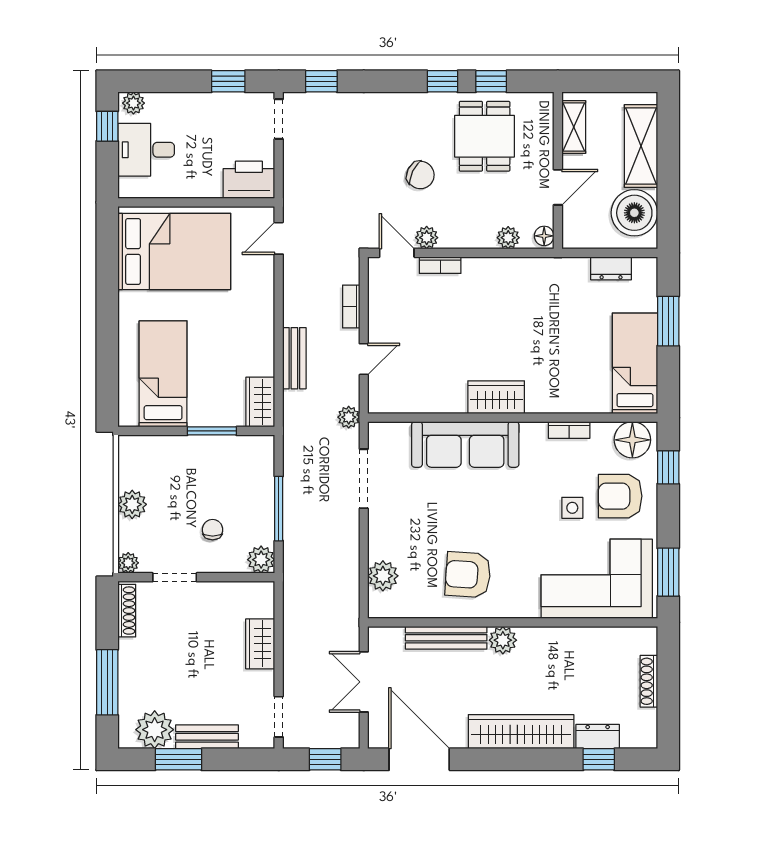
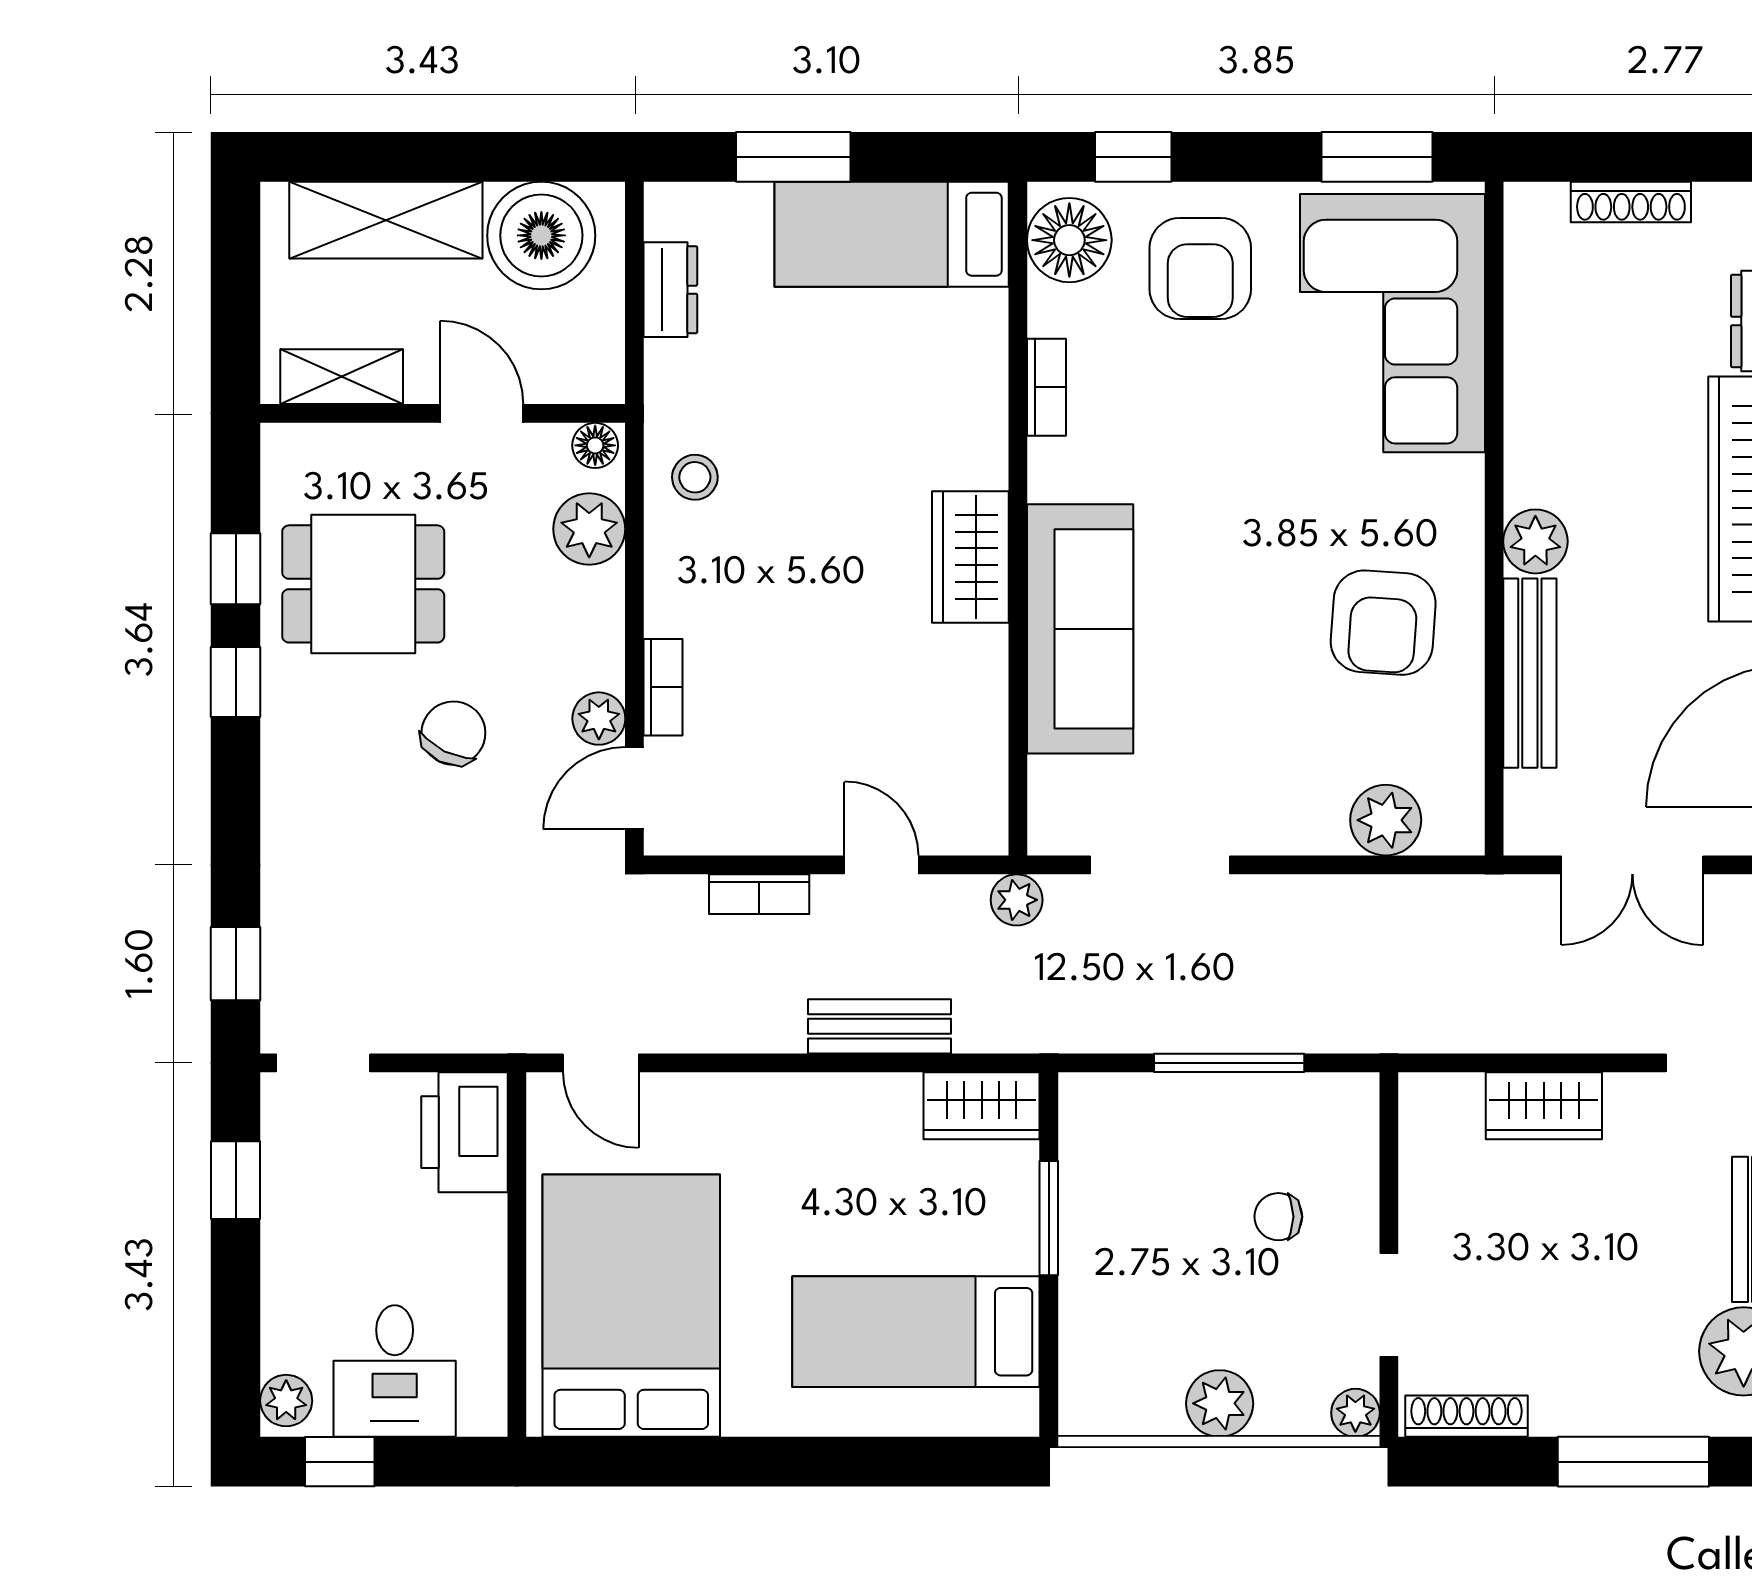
plant: (508, 238) -> (589, 529), width x1.38, depth x1.38
stool: (530, 279) -> (695, 477), added
side table: (572, 508) -> (1227, 380), removed
plant: (261, 560) -> (1348, 1104), removed

